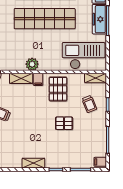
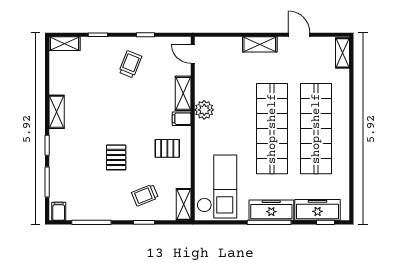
pallet: (58, 89) -> (167, 148), width x0.67, depth x0.71

